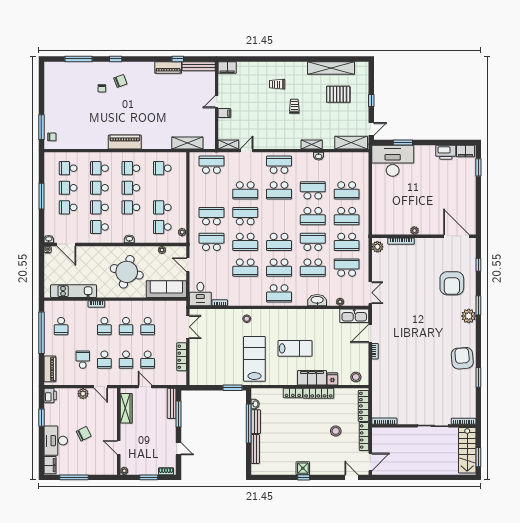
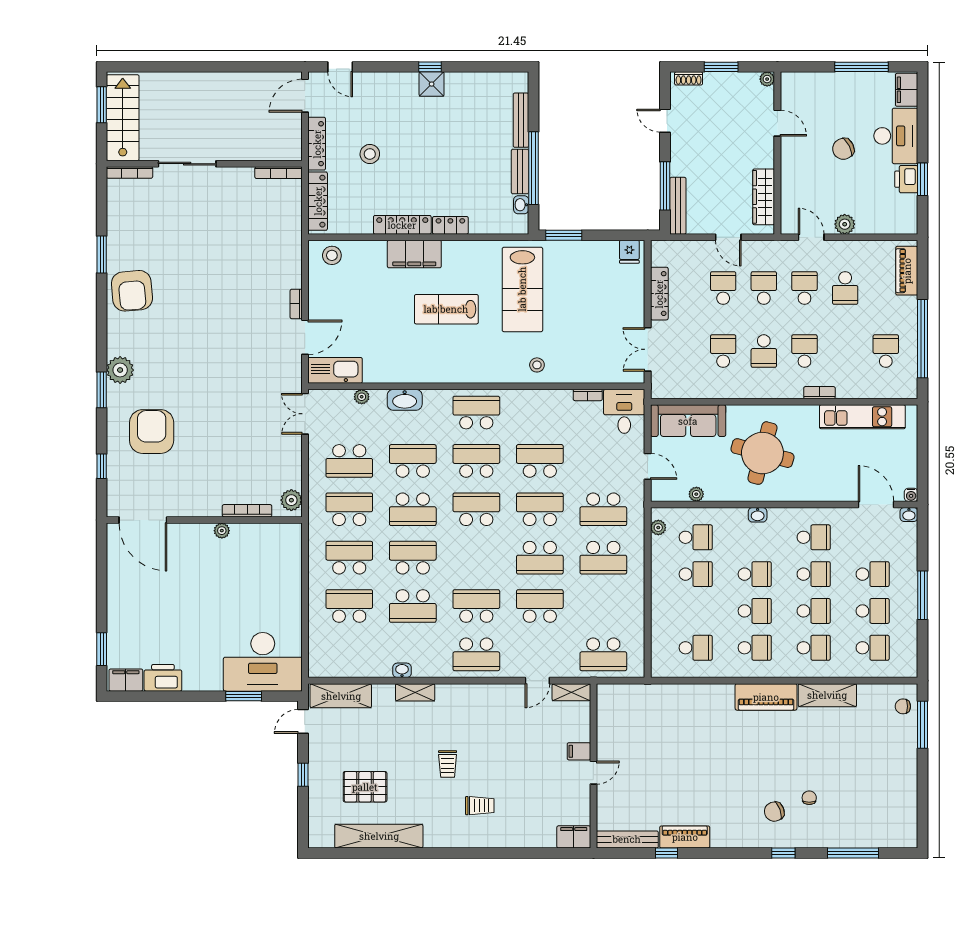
shelving: (187, 143) -> (827, 695), moved
school desk: (126, 326) -> (764, 351), turned 180
fridge: (332, 379) -> (629, 252), moved
printer: (50, 396) -> (906, 179), moved

